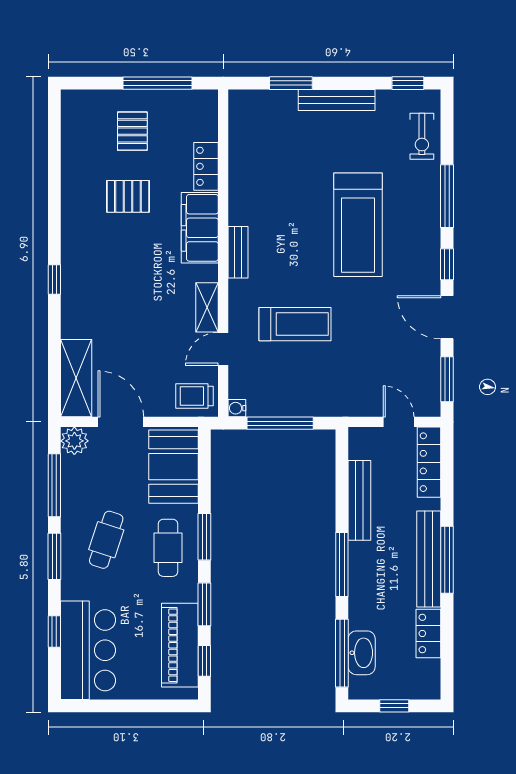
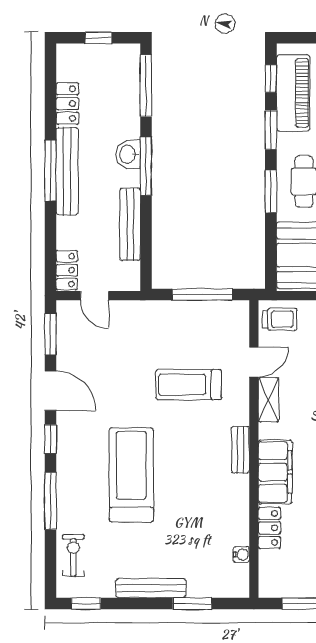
water cooler: (237, 408) -> (241, 554), moved
locker: (429, 462) -> (67, 270), width x0.66
washbasin: (362, 653) -> (128, 154), moved, width x0.72

